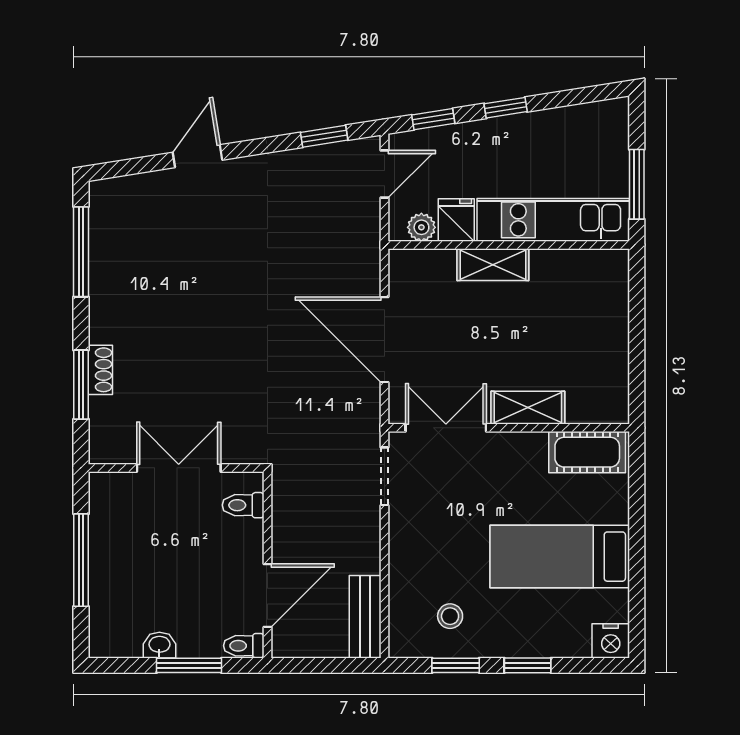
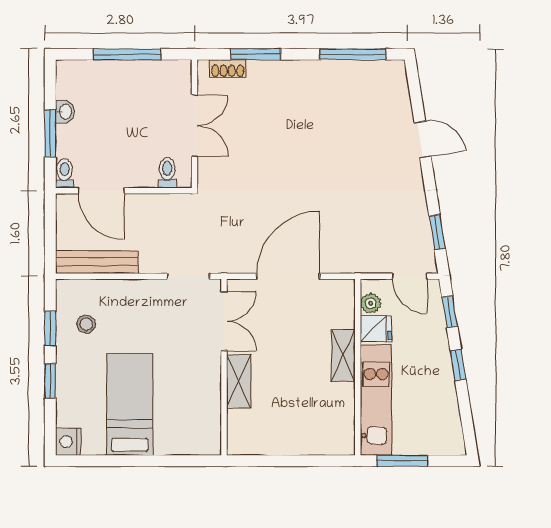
shoe rack: (100, 370) -> (228, 68), moved
cot: (587, 452) -> (206, 425), removed
bench: (365, 617) -> (97, 262), width x1.36

